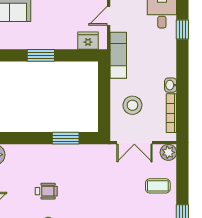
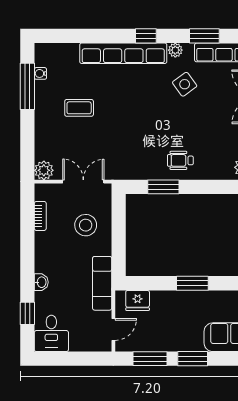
washbasin: (171, 85) -> (41, 282), moved
bookcase: (171, 113) -> (40, 216), width x0.64
coffee table: (158, 186) -> (79, 108), moved
wheelchair: (46, 191) -> (180, 160), moved

